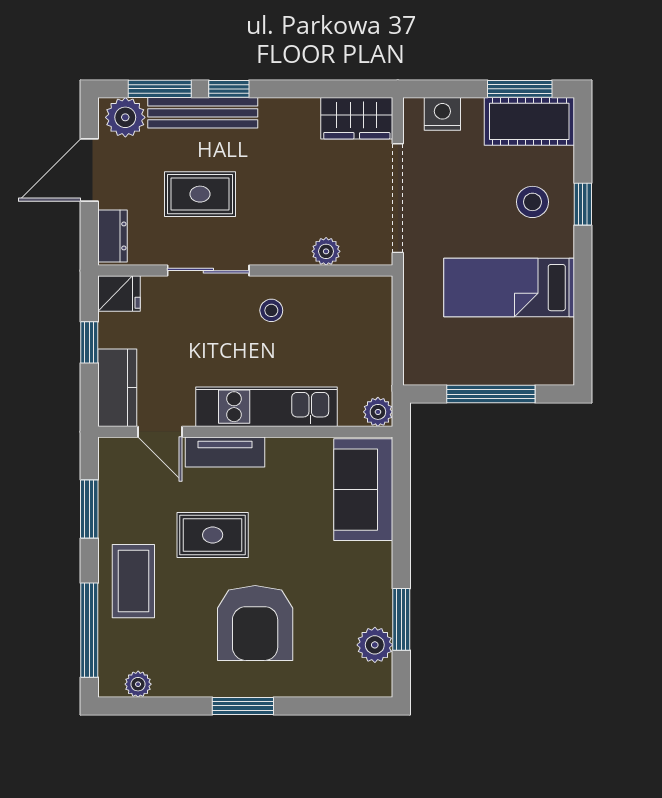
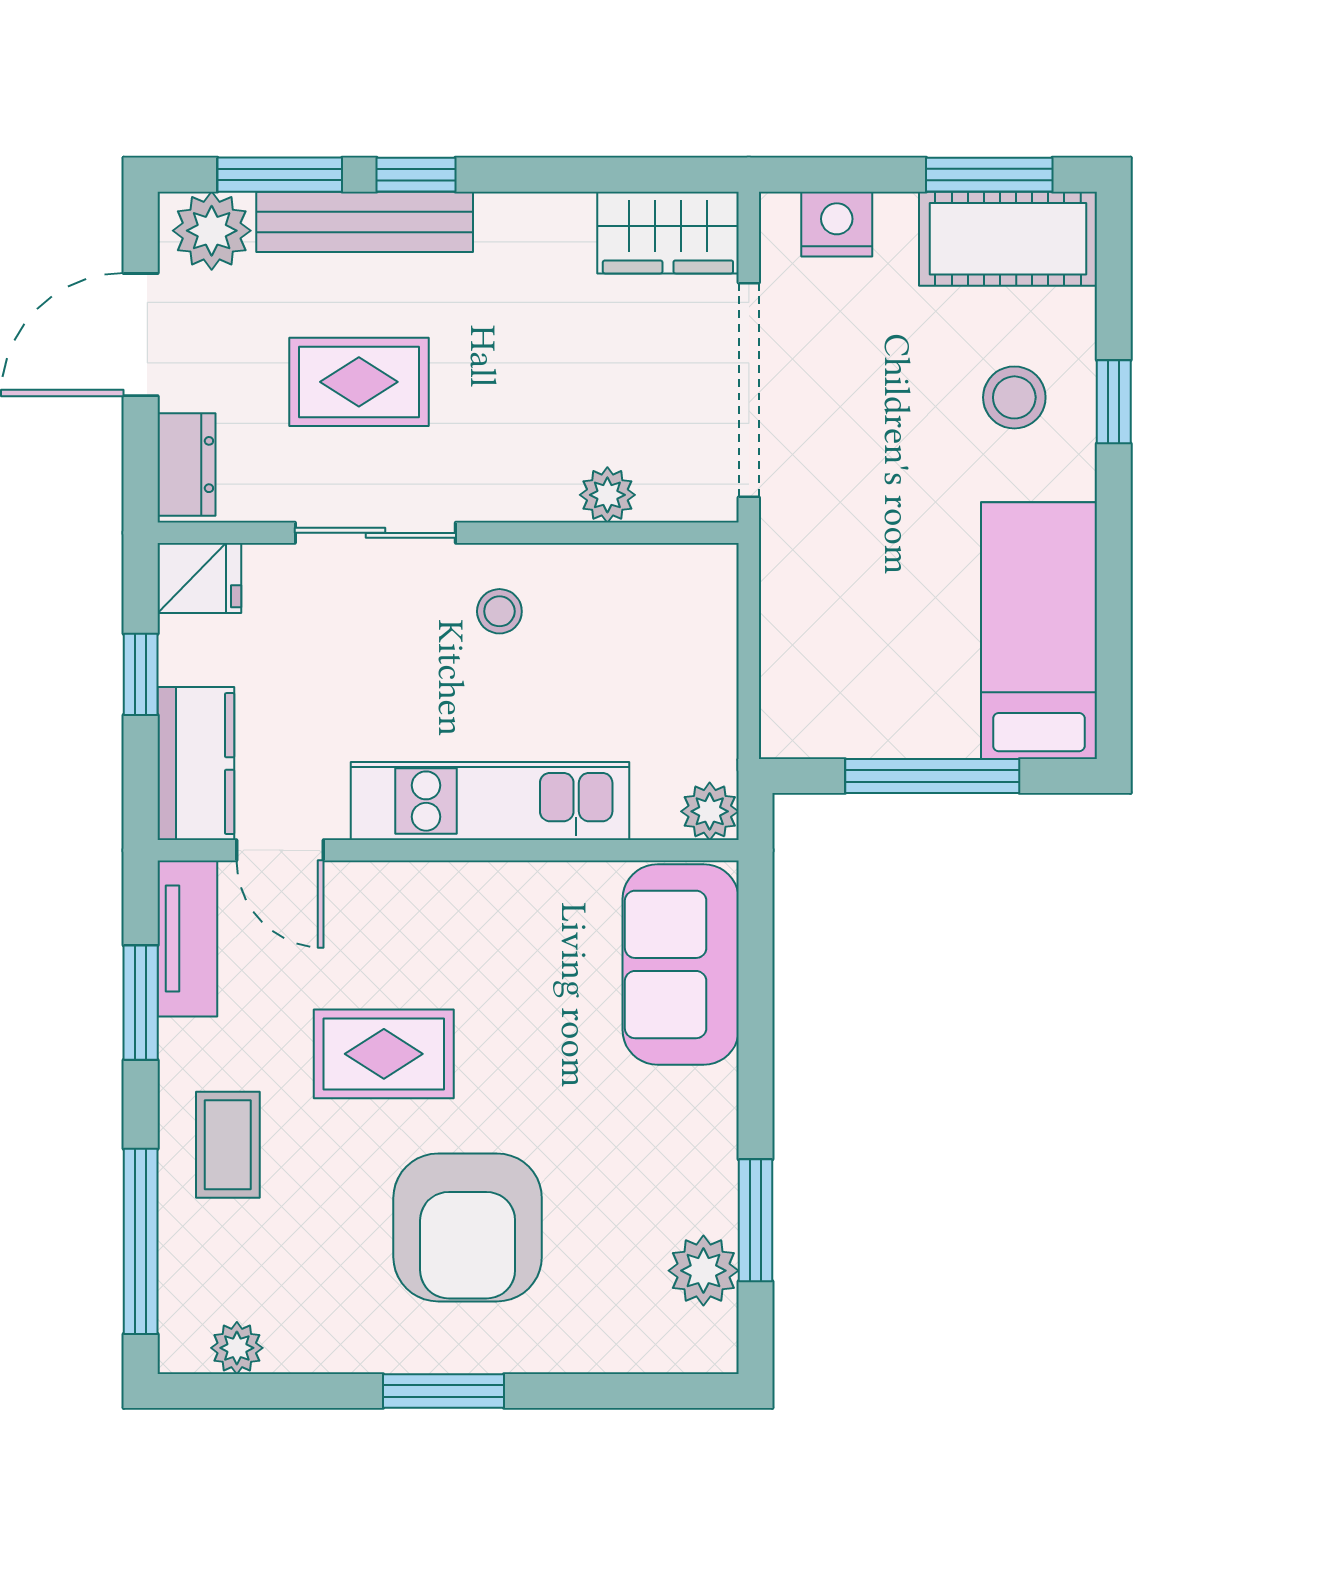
bed: (509, 288) -> (1039, 631), moved, turned 90
tv unit: (225, 452) -> (187, 939), moved, turned -90
coffee table: (133, 581) -> (228, 1145), width x0.73, depth x0.77

